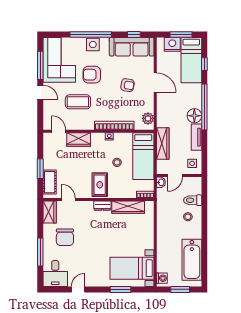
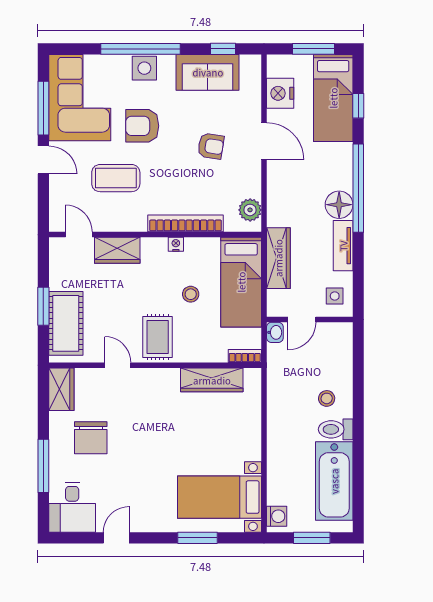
nightstand: (172, 44) -> (280, 93), moved, turned -90
sofa: (132, 47) -> (208, 72), width x0.73
cot: (50, 182) -> (66, 323), width x1.37, depth x1.34
door: (68, 199) -> (118, 365), moved
toilet: (193, 200) -> (336, 429), moved
dresser: (102, 206) -> (163, 377), removed

